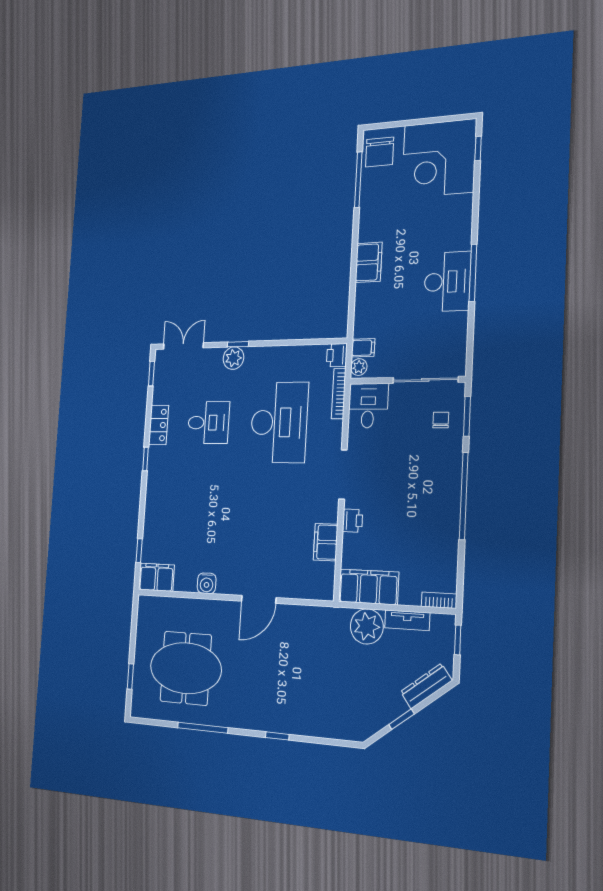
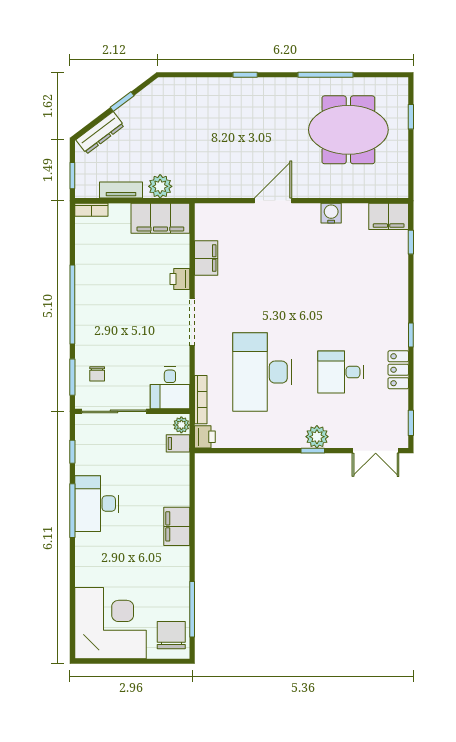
window: (478, 149) -> (72, 452), moved
plant: (367, 626) -> (160, 186), width x0.73, depth x0.73

